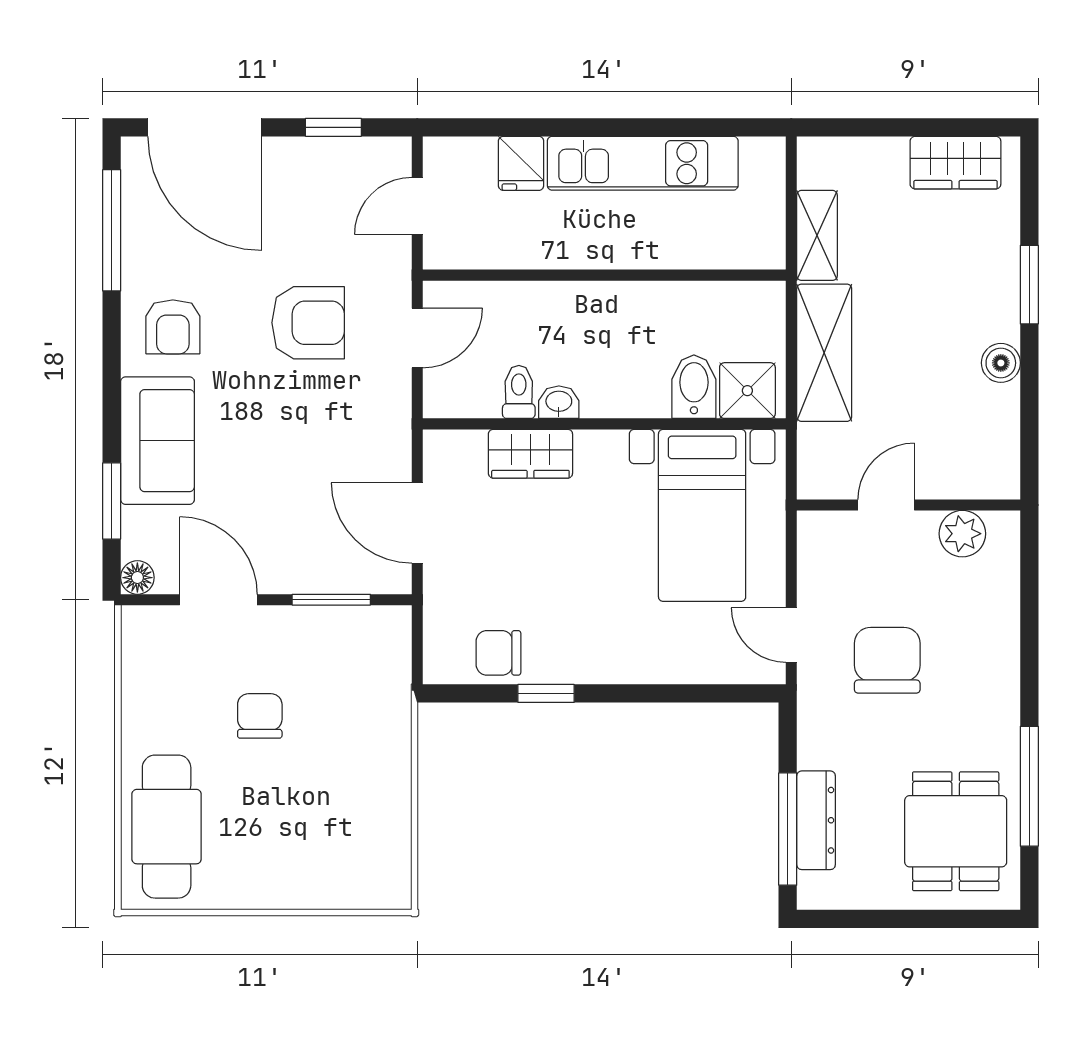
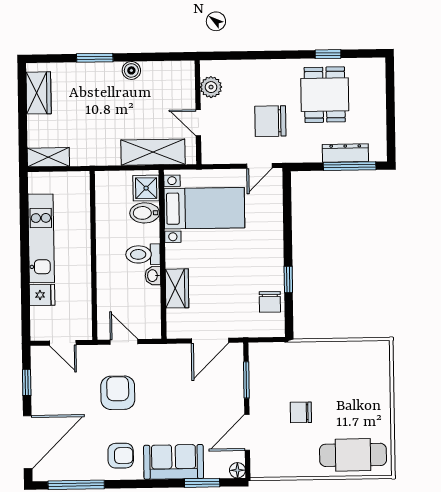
shelving: (817, 235) -> (48, 157), moved
shelving: (824, 353) -> (153, 152), moved
toilet: (519, 392) -> (143, 254), moved, width x1.37, depth x1.39
window: (1029, 786) -> (328, 54), width x0.46
dining table: (956, 831) -> (325, 95), moved, turned 90

